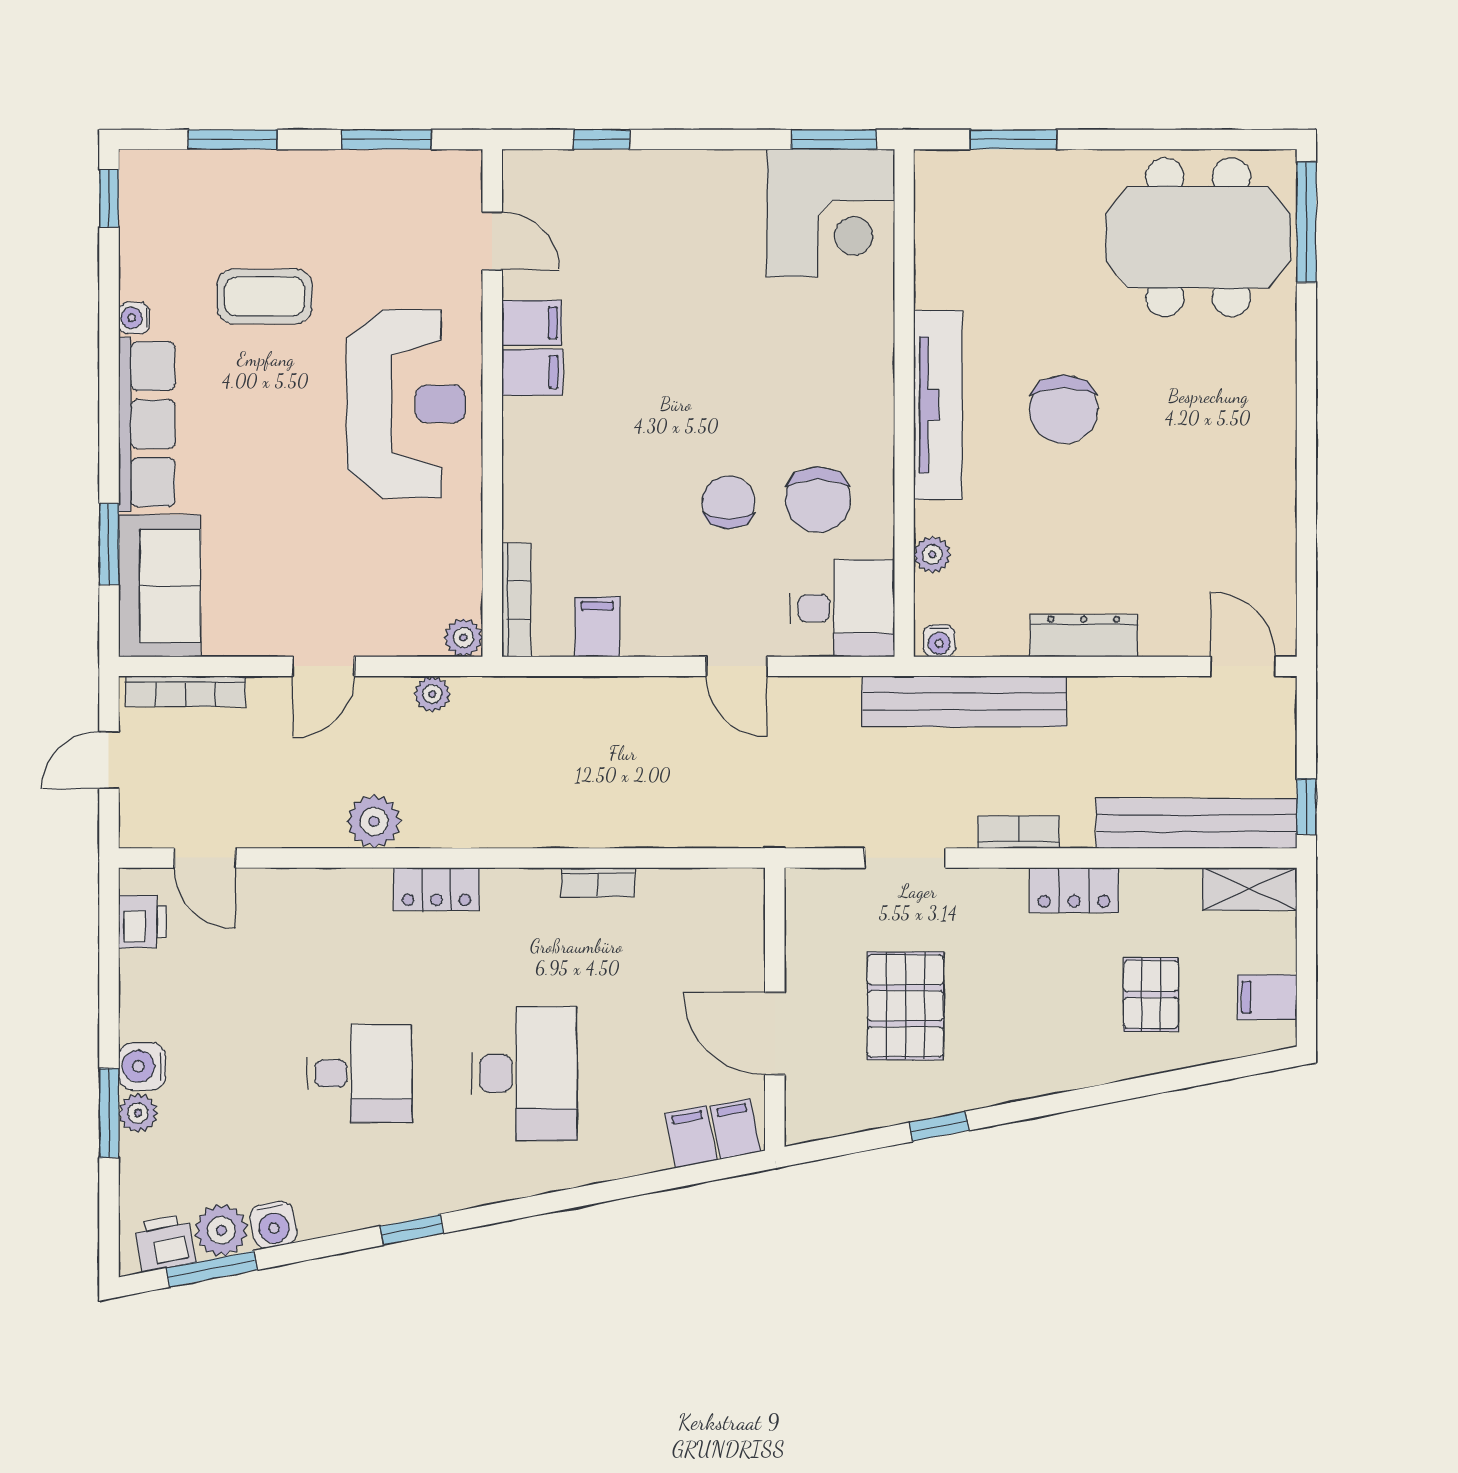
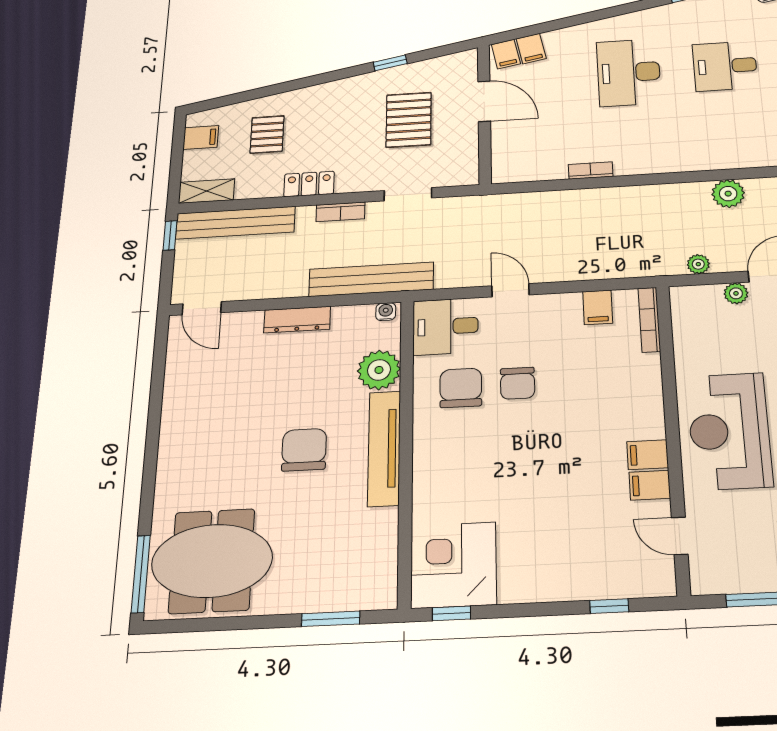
window: (834, 139) -> (451, 613), width x0.67
plant: (932, 555) -> (379, 370), width x1.87, depth x1.87
plant: (463, 638) -> (736, 293), moved
locker: (436, 889) -> (687, 161), removed

